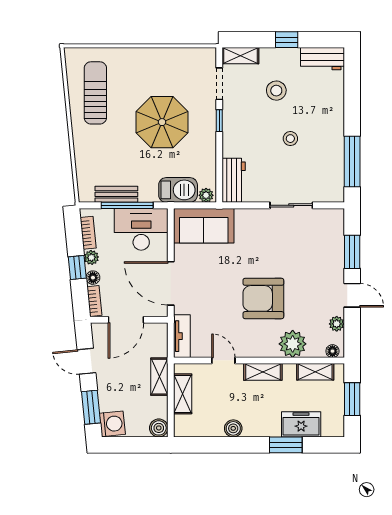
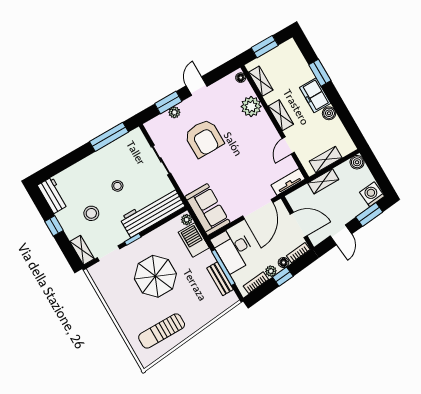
workbench: (234, 180) -> (152, 212), width x1.88, depth x1.32
armchair: (263, 298) -> (204, 138), moved
plant: (337, 324) -> (174, 112), moved
freezer: (301, 424) -> (315, 95), moved

